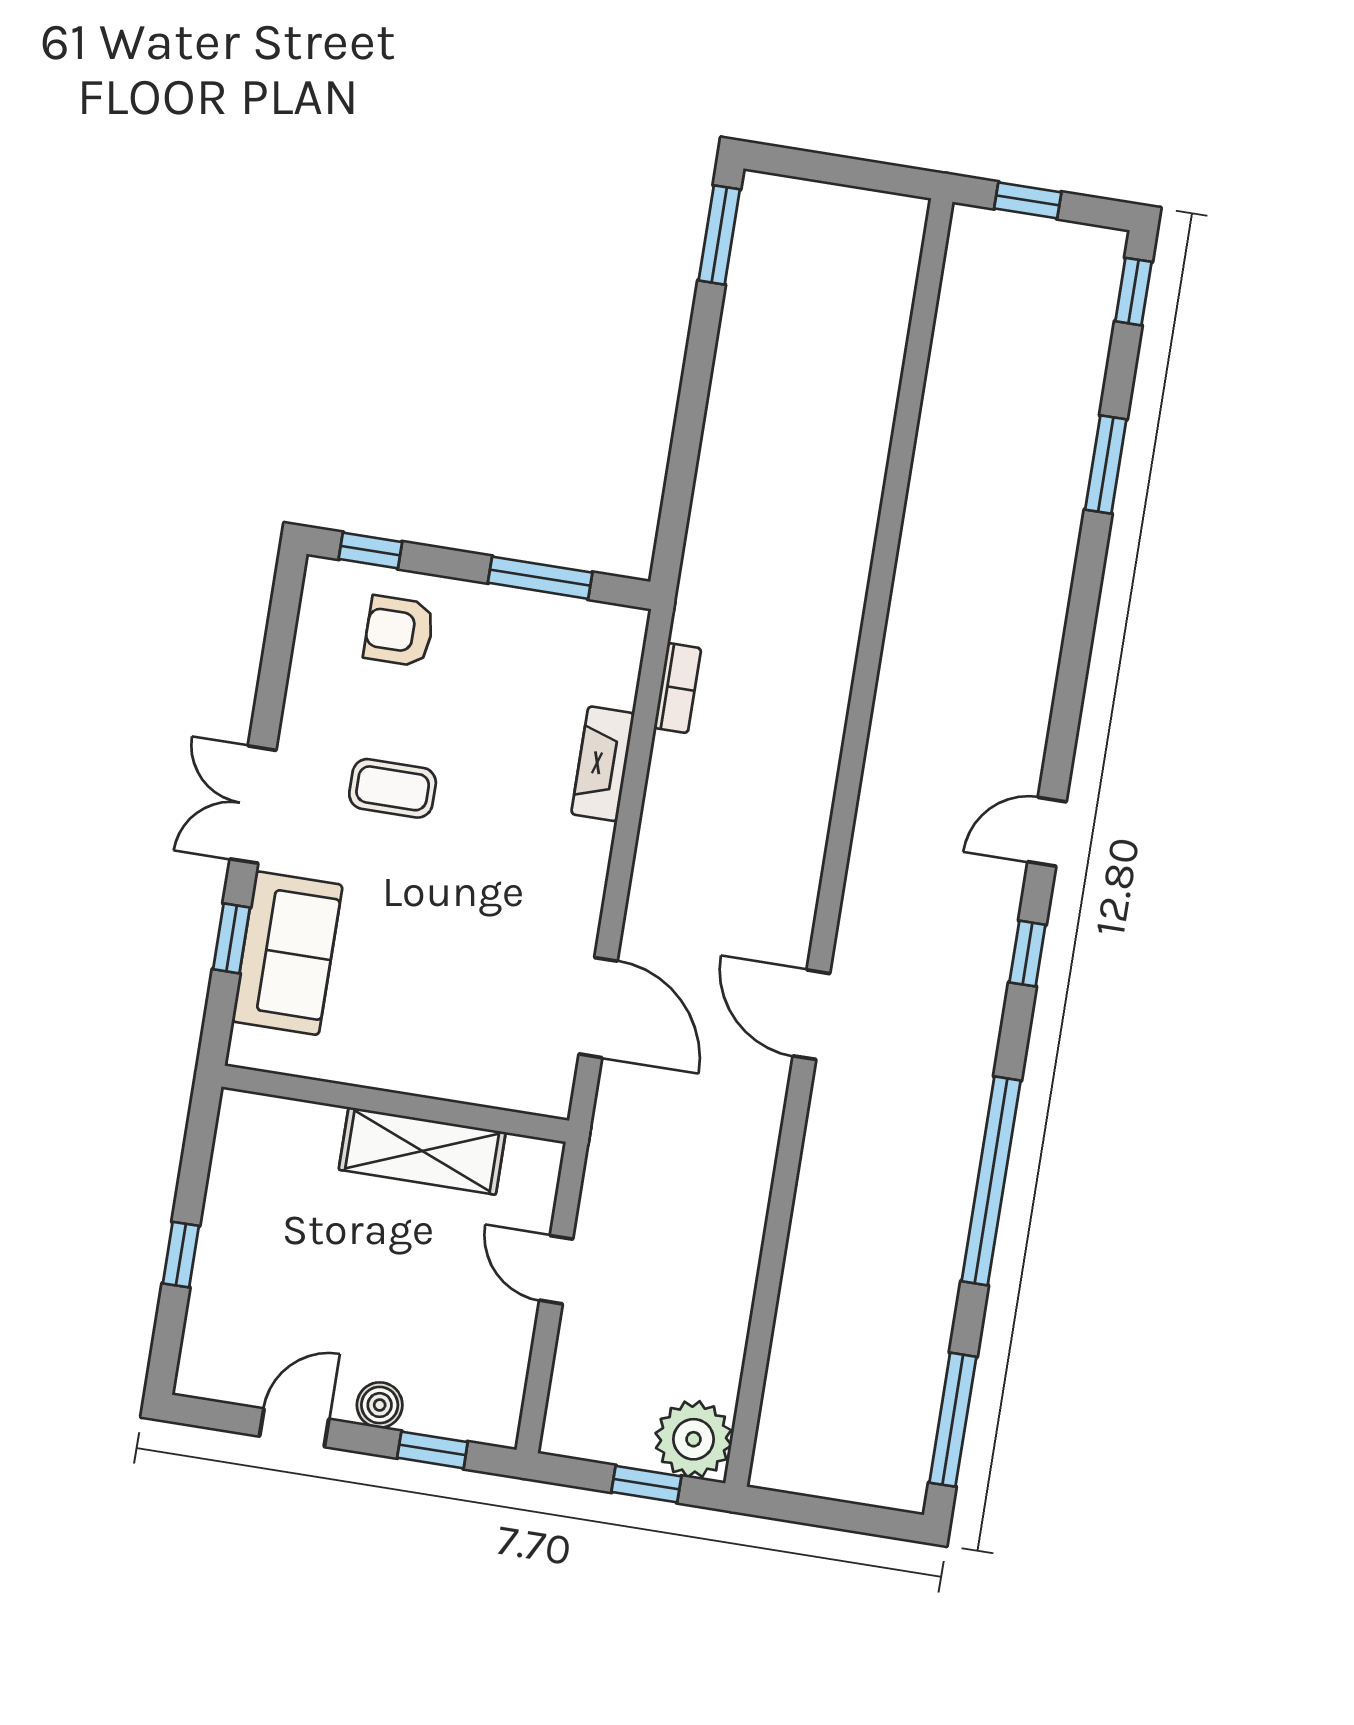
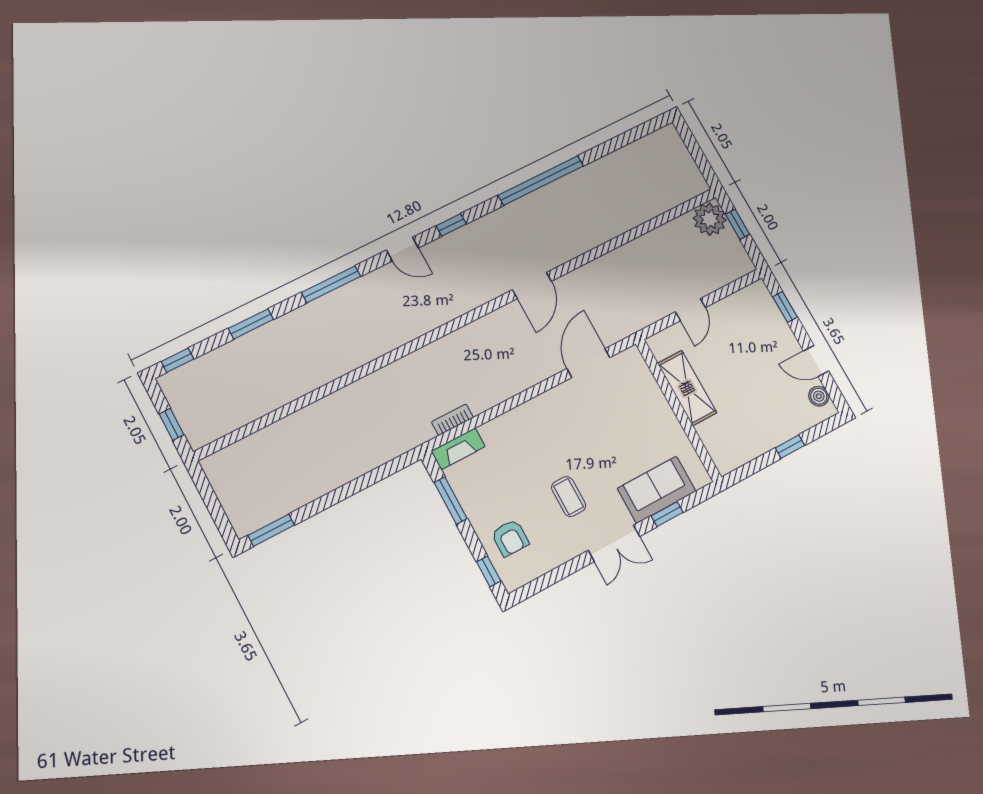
fireplace: (603, 764) -> (458, 449), moved
boiler: (380, 1405) -> (819, 396), moved
window: (953, 1420) -> (331, 284), moved

